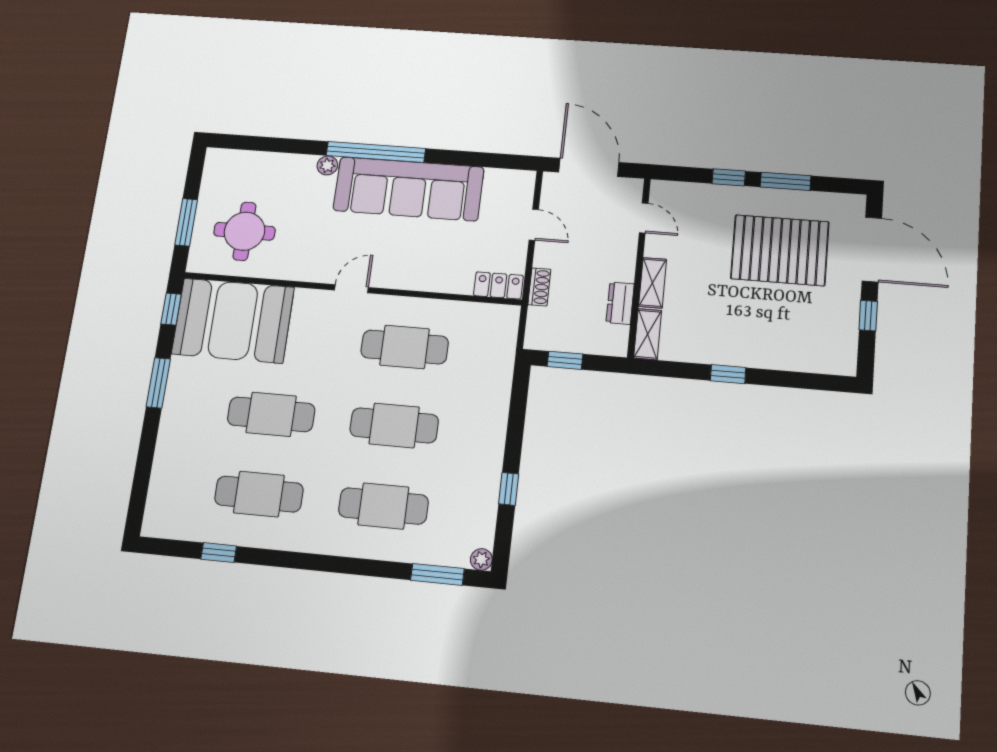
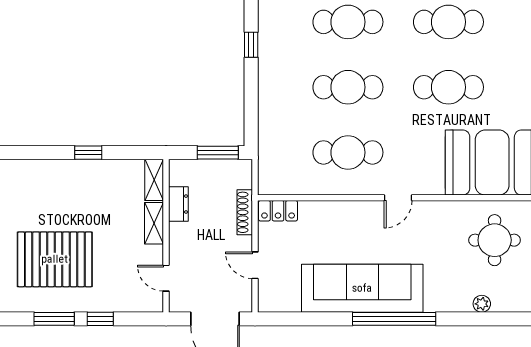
plant: (327, 165) -> (482, 304), moved
shoe rack: (539, 287) -> (245, 212), width x1.43
window: (565, 360) -> (218, 153), width x1.50

